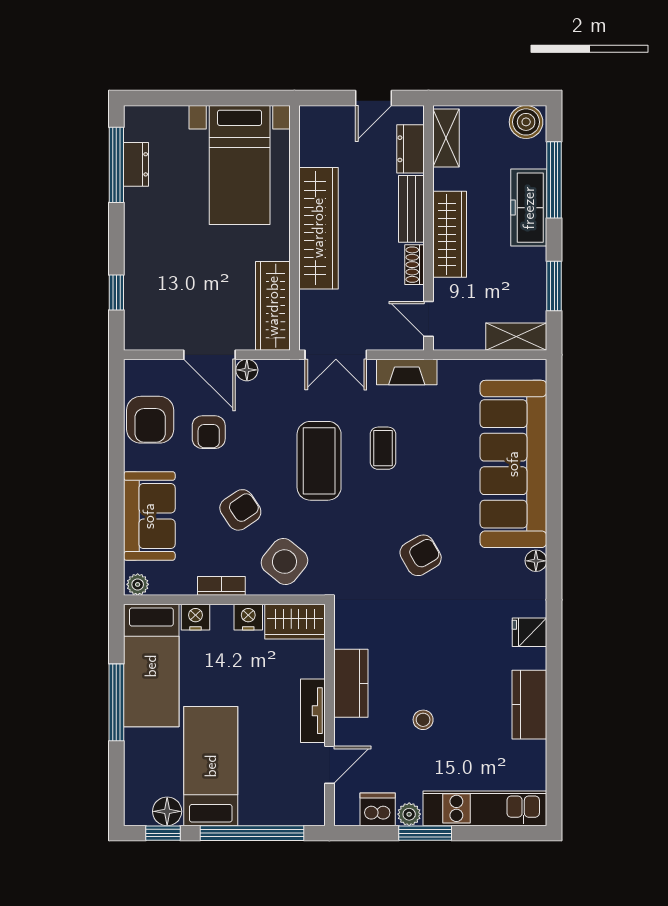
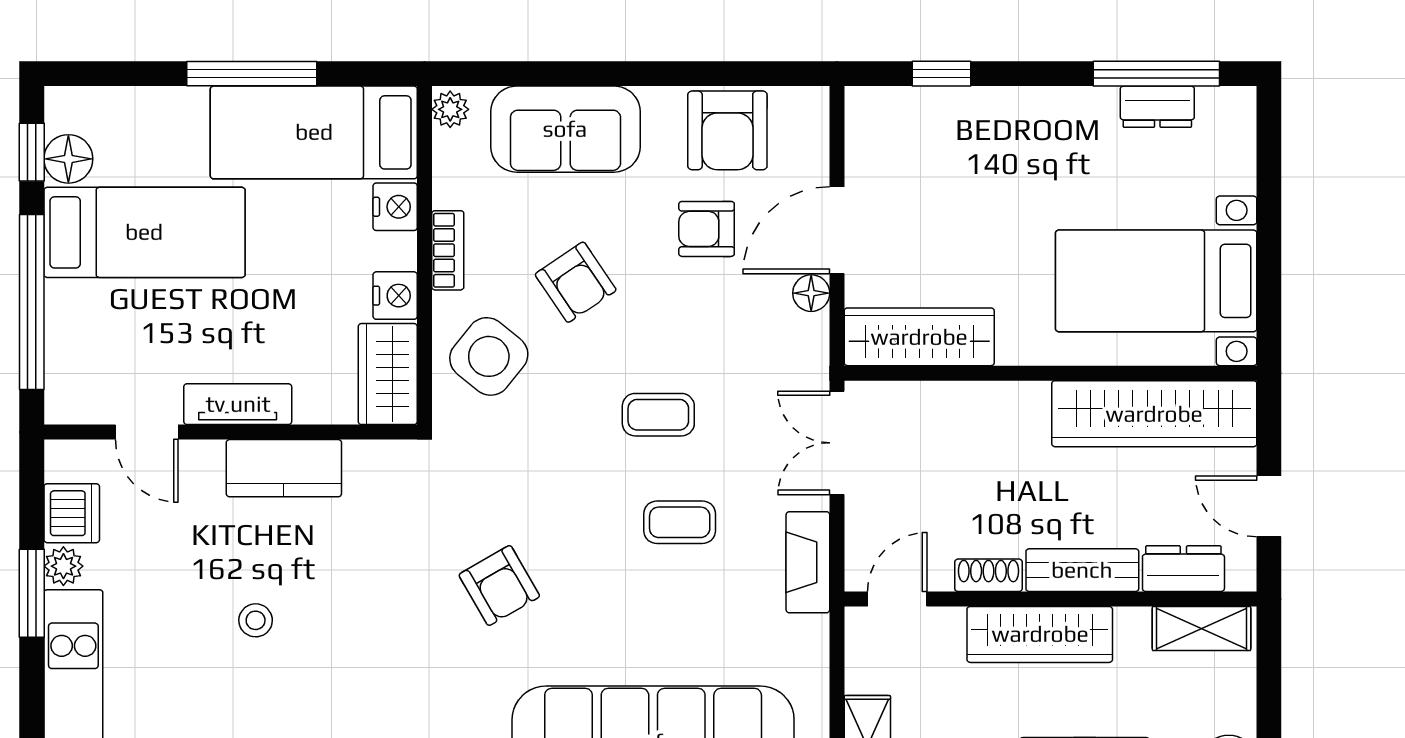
wardrobe: (318, 228) -> (1154, 414), moved
armchair: (150, 420) -> (727, 130), turned -90
coffee table: (319, 461) -> (658, 415), width x0.54, depth x0.58
stool: (423, 720) -> (256, 620), moved

